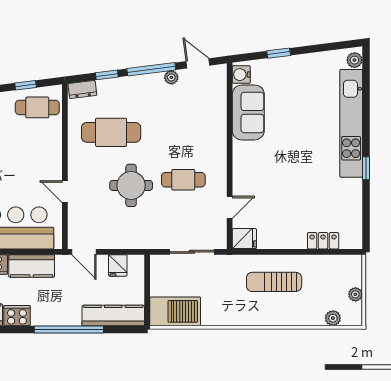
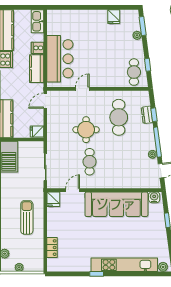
dresser: (82, 89) -> (147, 115), moved
sofa: (248, 112) -> (116, 204), width x1.85, depth x1.27
door: (230, 207) -> (73, 190), swing flipped
fridge: (118, 265) -> (37, 131), moved

